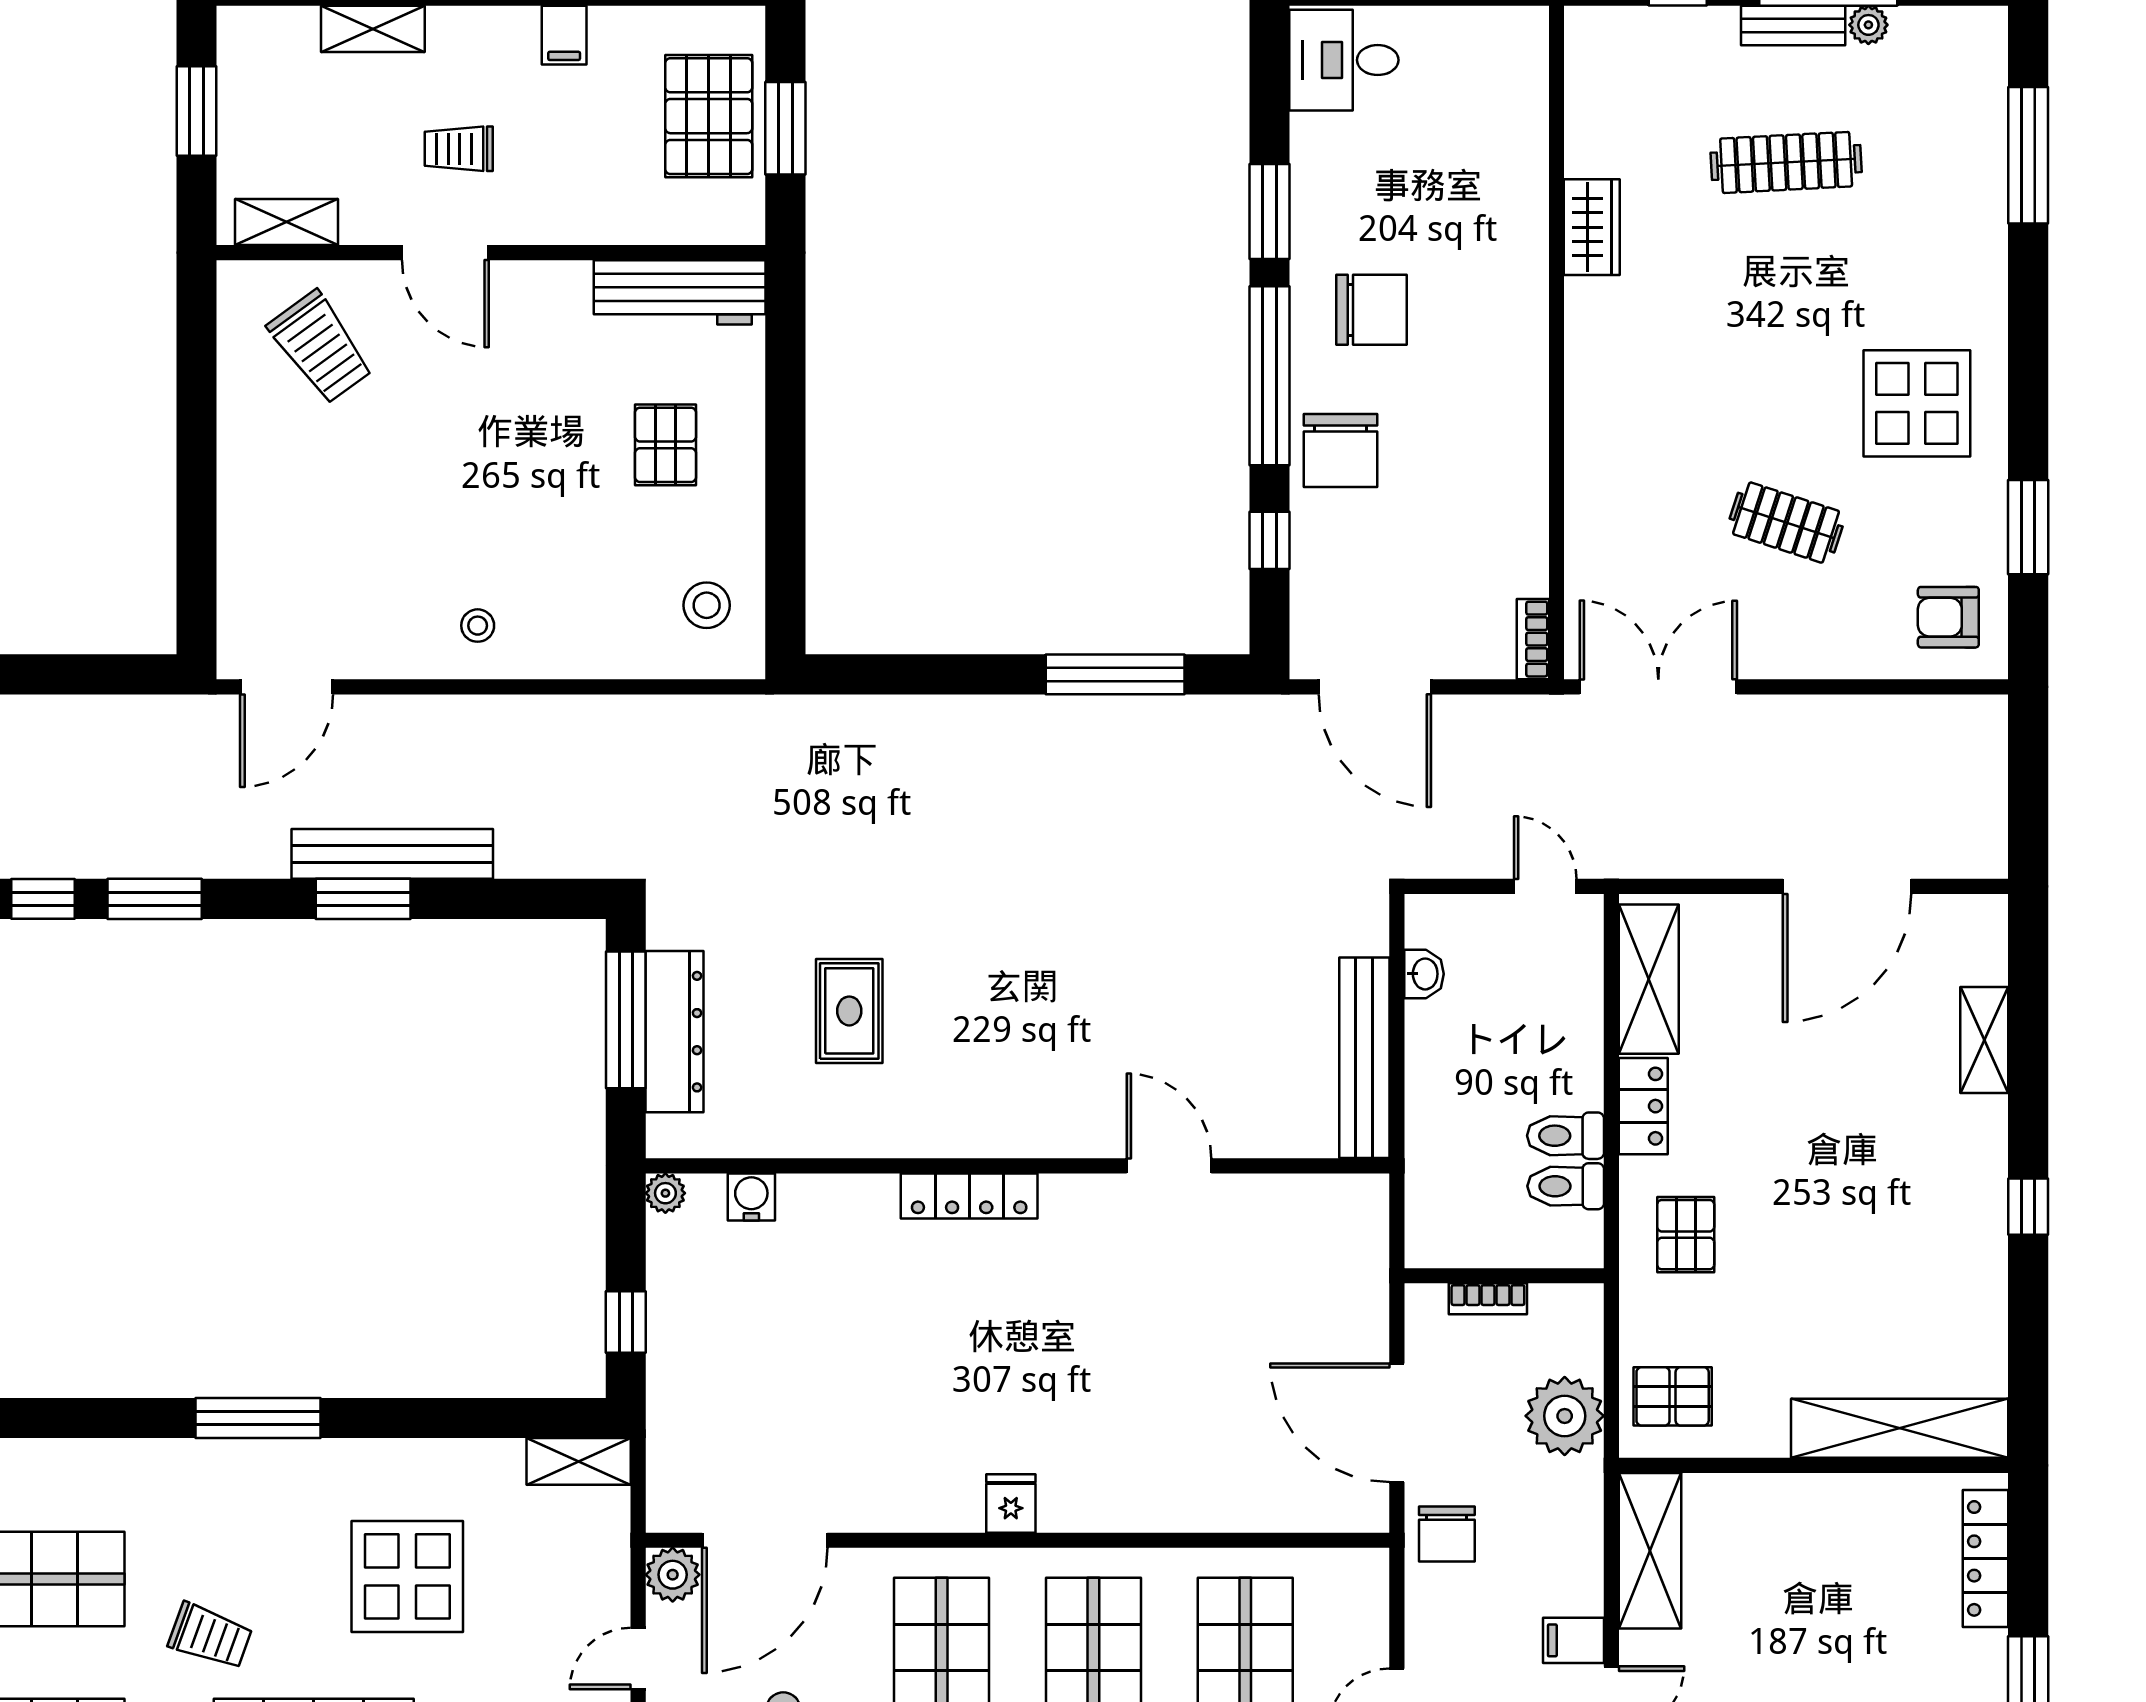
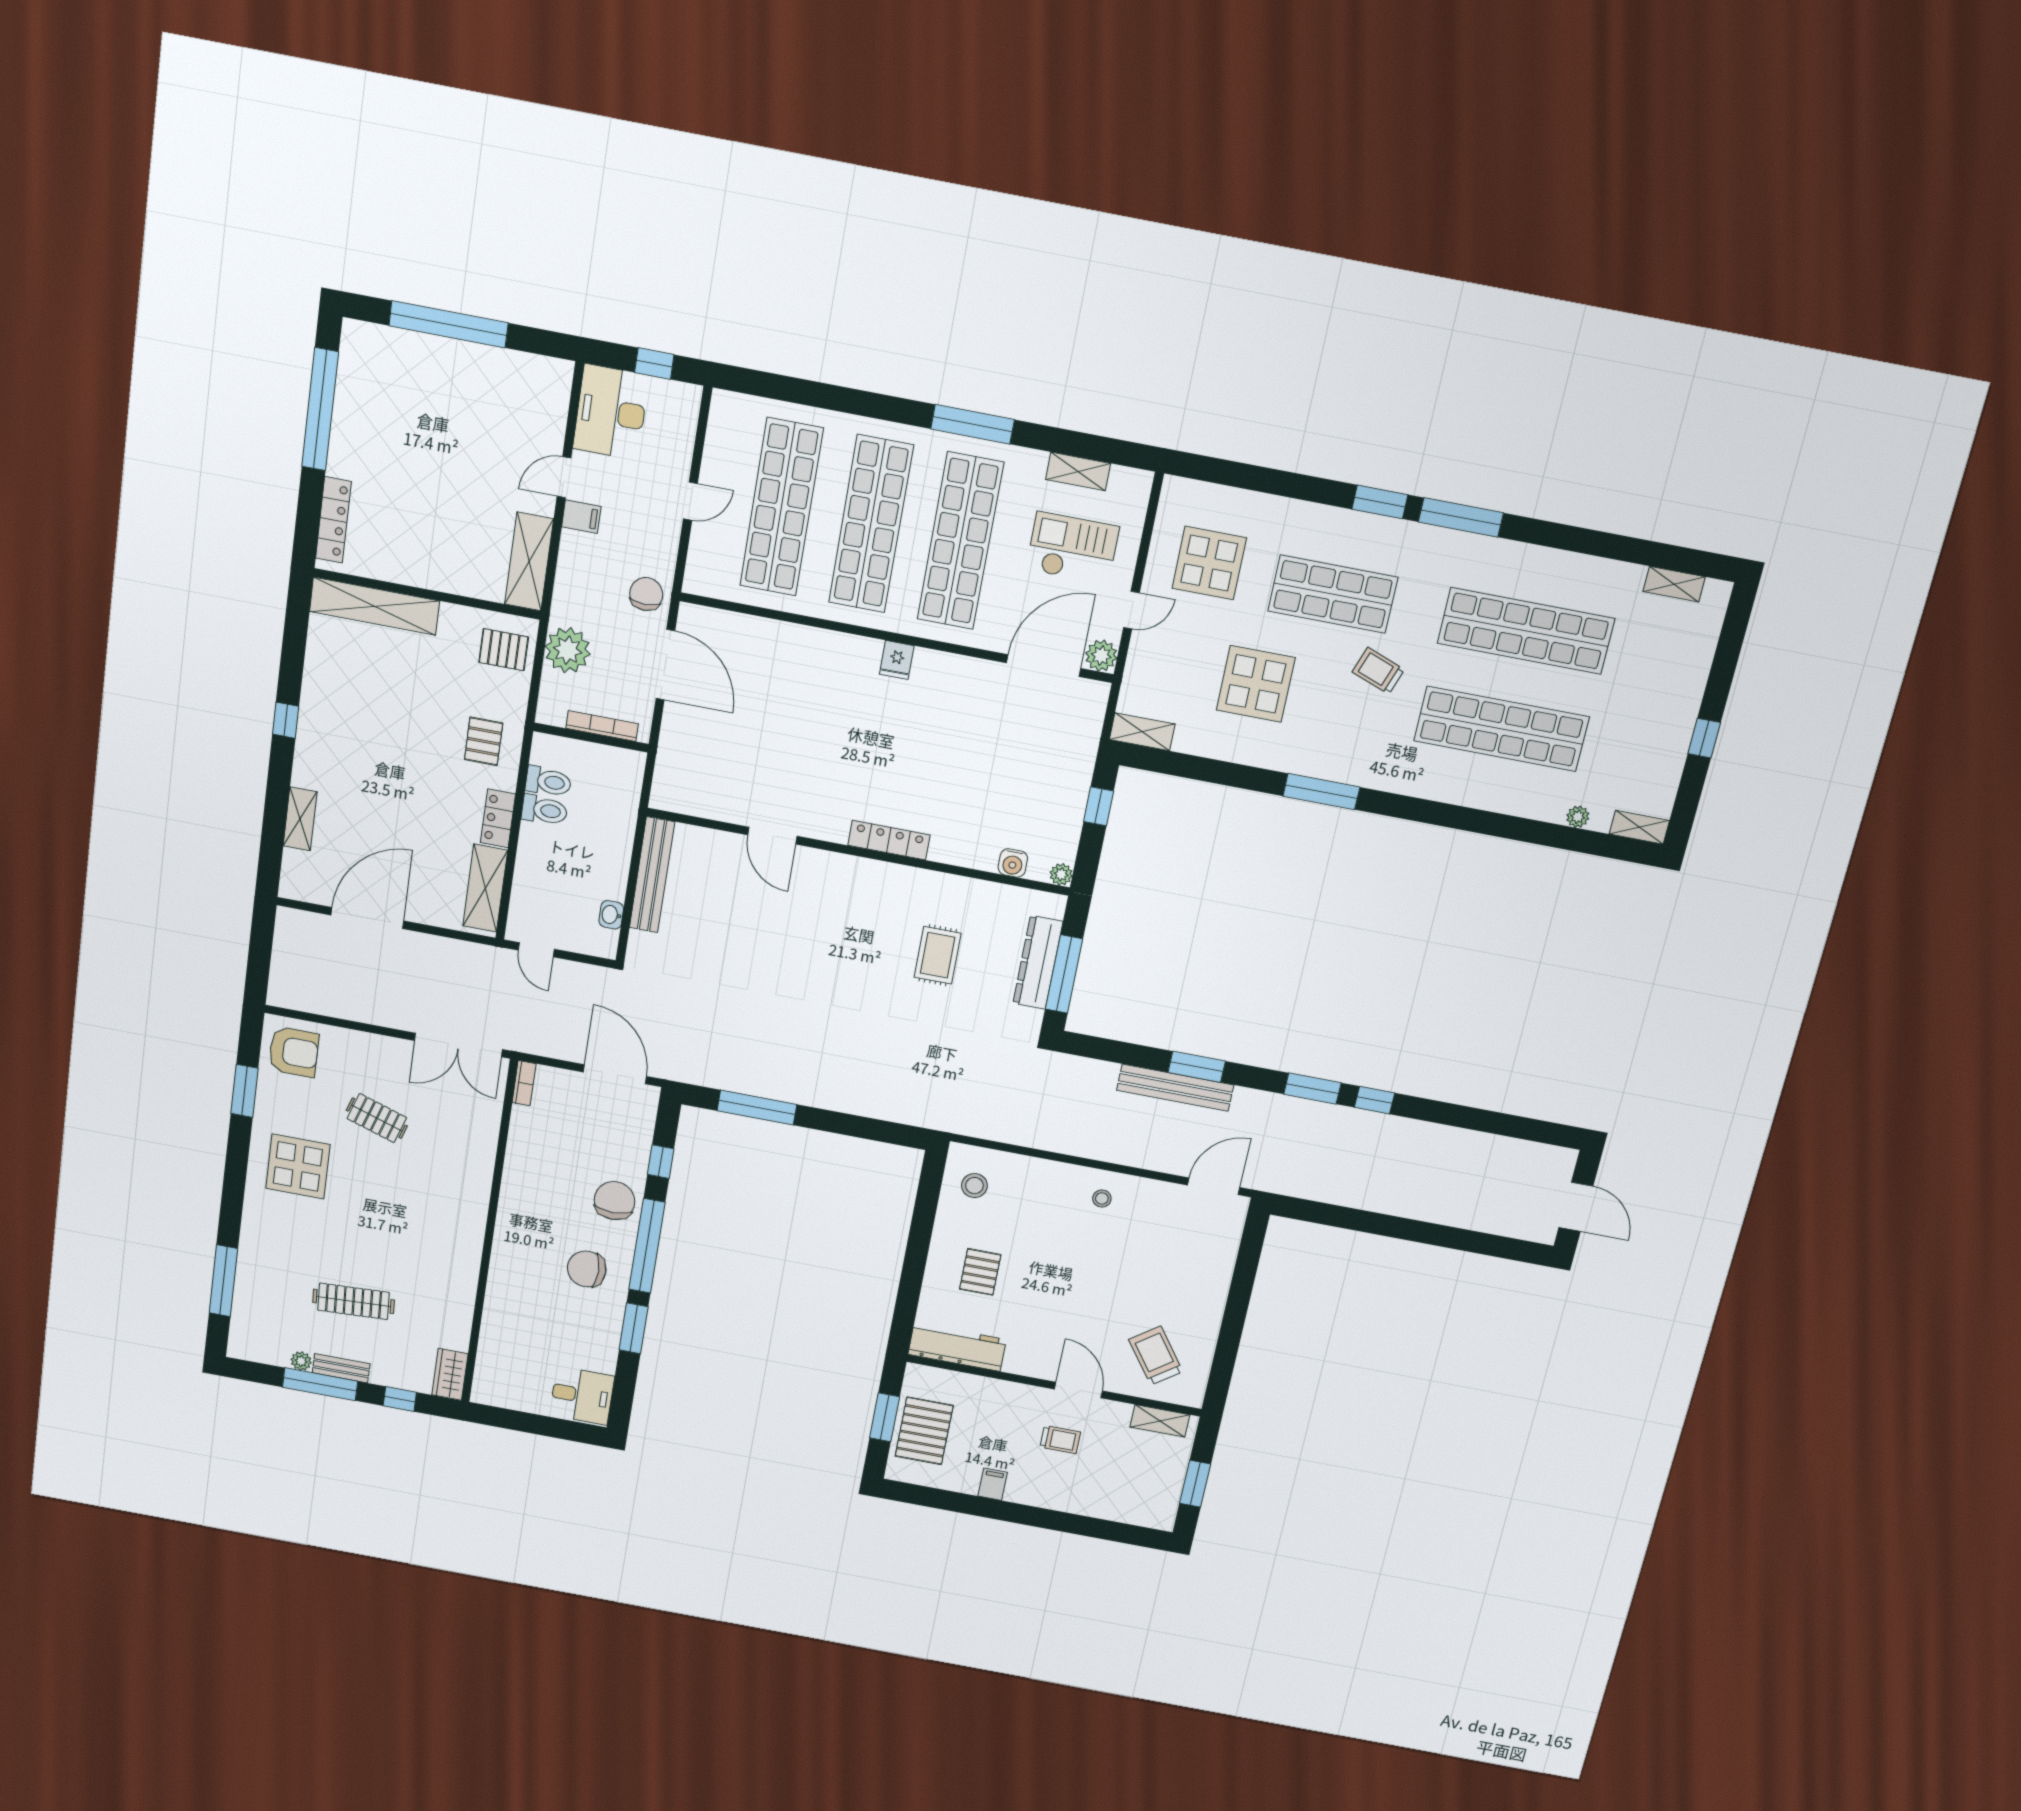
shelving: (373, 29) -> (1093, 1506), removed
wardrobe: (1592, 227) -> (450, 1374), moved
armchair: (1948, 617) -> (294, 1052), width x1.38, depth x1.38
bookcase: (1488, 1299) -> (602, 726), width x1.56

